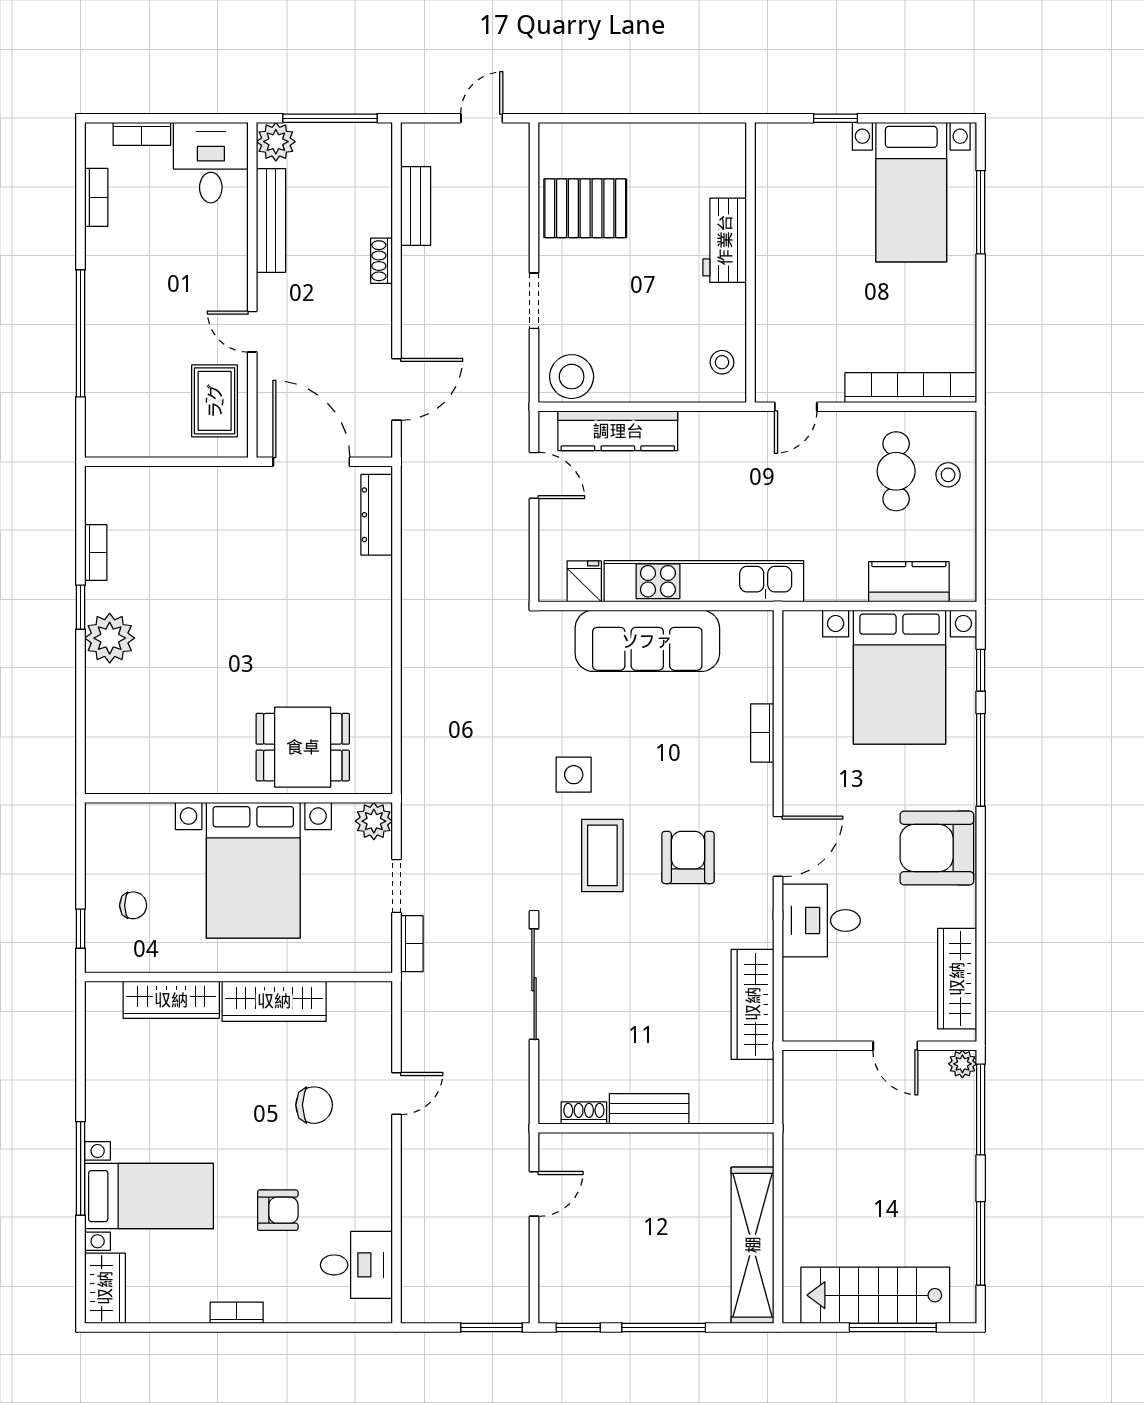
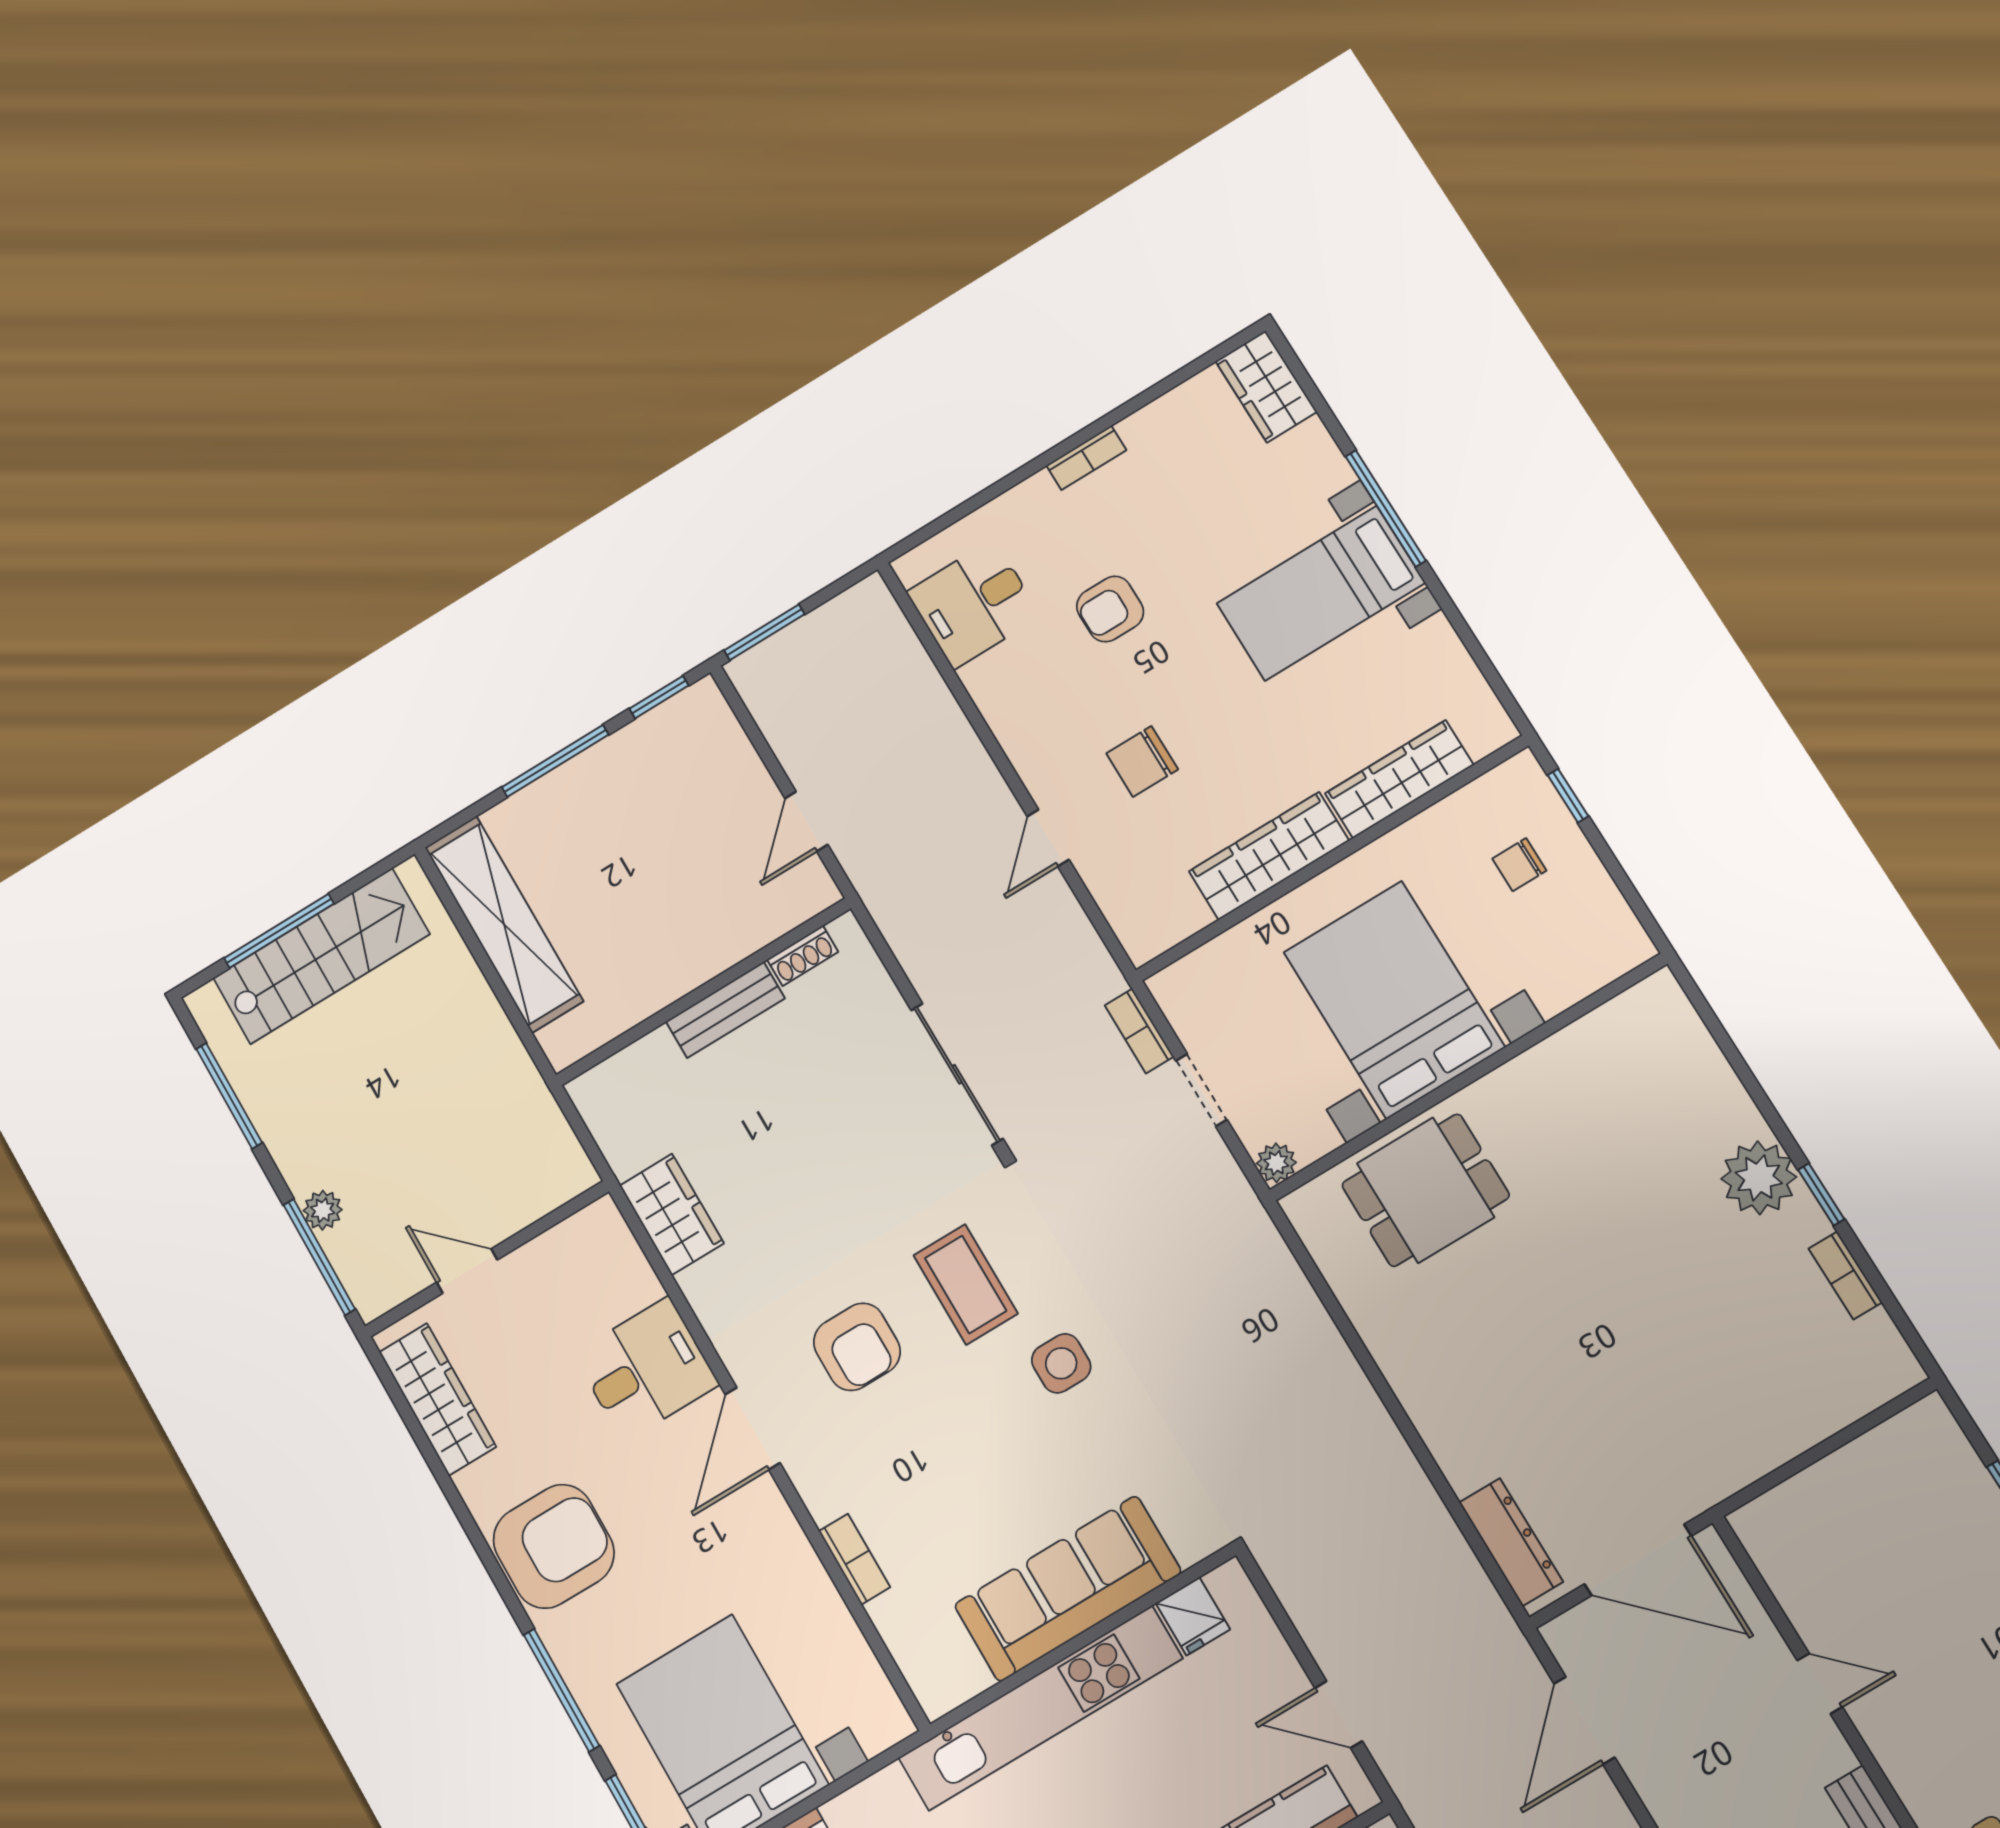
rug: (215, 401) -> (1813, 1563), removed
plant: (374, 821) -> (1276, 1163), width x0.73, depth x0.73
wardrobe: (753, 1004) -> (672, 1214), width x0.67
plant: (962, 1064) -> (323, 1210), moved
bed with nightstands: (149, 1196) -> (1321, 593), moved

